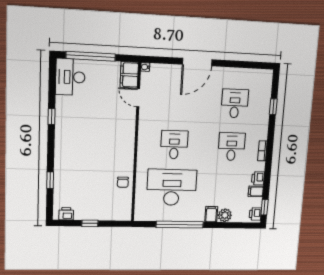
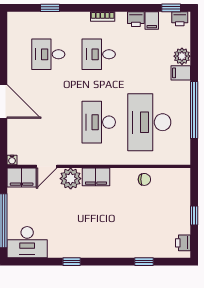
plant: (126, 118) -> (71, 179), added
filing cabinet: (127, 141) -> (96, 177), added
desk: (174, 145) -> (99, 122), width x1.37

